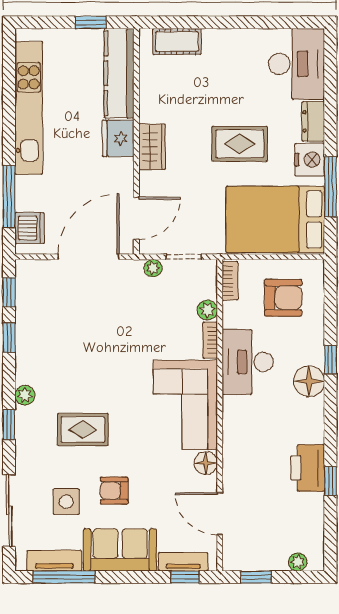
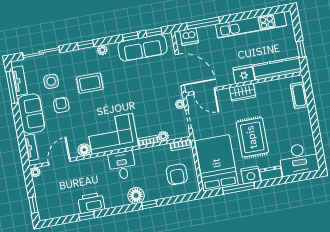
rug: (240, 144) -> (252, 137), width x1.36, depth x1.43
sofa: (34, 319) -> (142, 48), added
desk: (248, 362) -> (122, 165), moved, width x0.73
rug: (83, 430) -> (90, 83), turned 90
plant: (298, 562) -> (35, 172), moved
window: (185, 577) -> (23, 150), removed
window: (256, 577) -> (33, 205), moved

